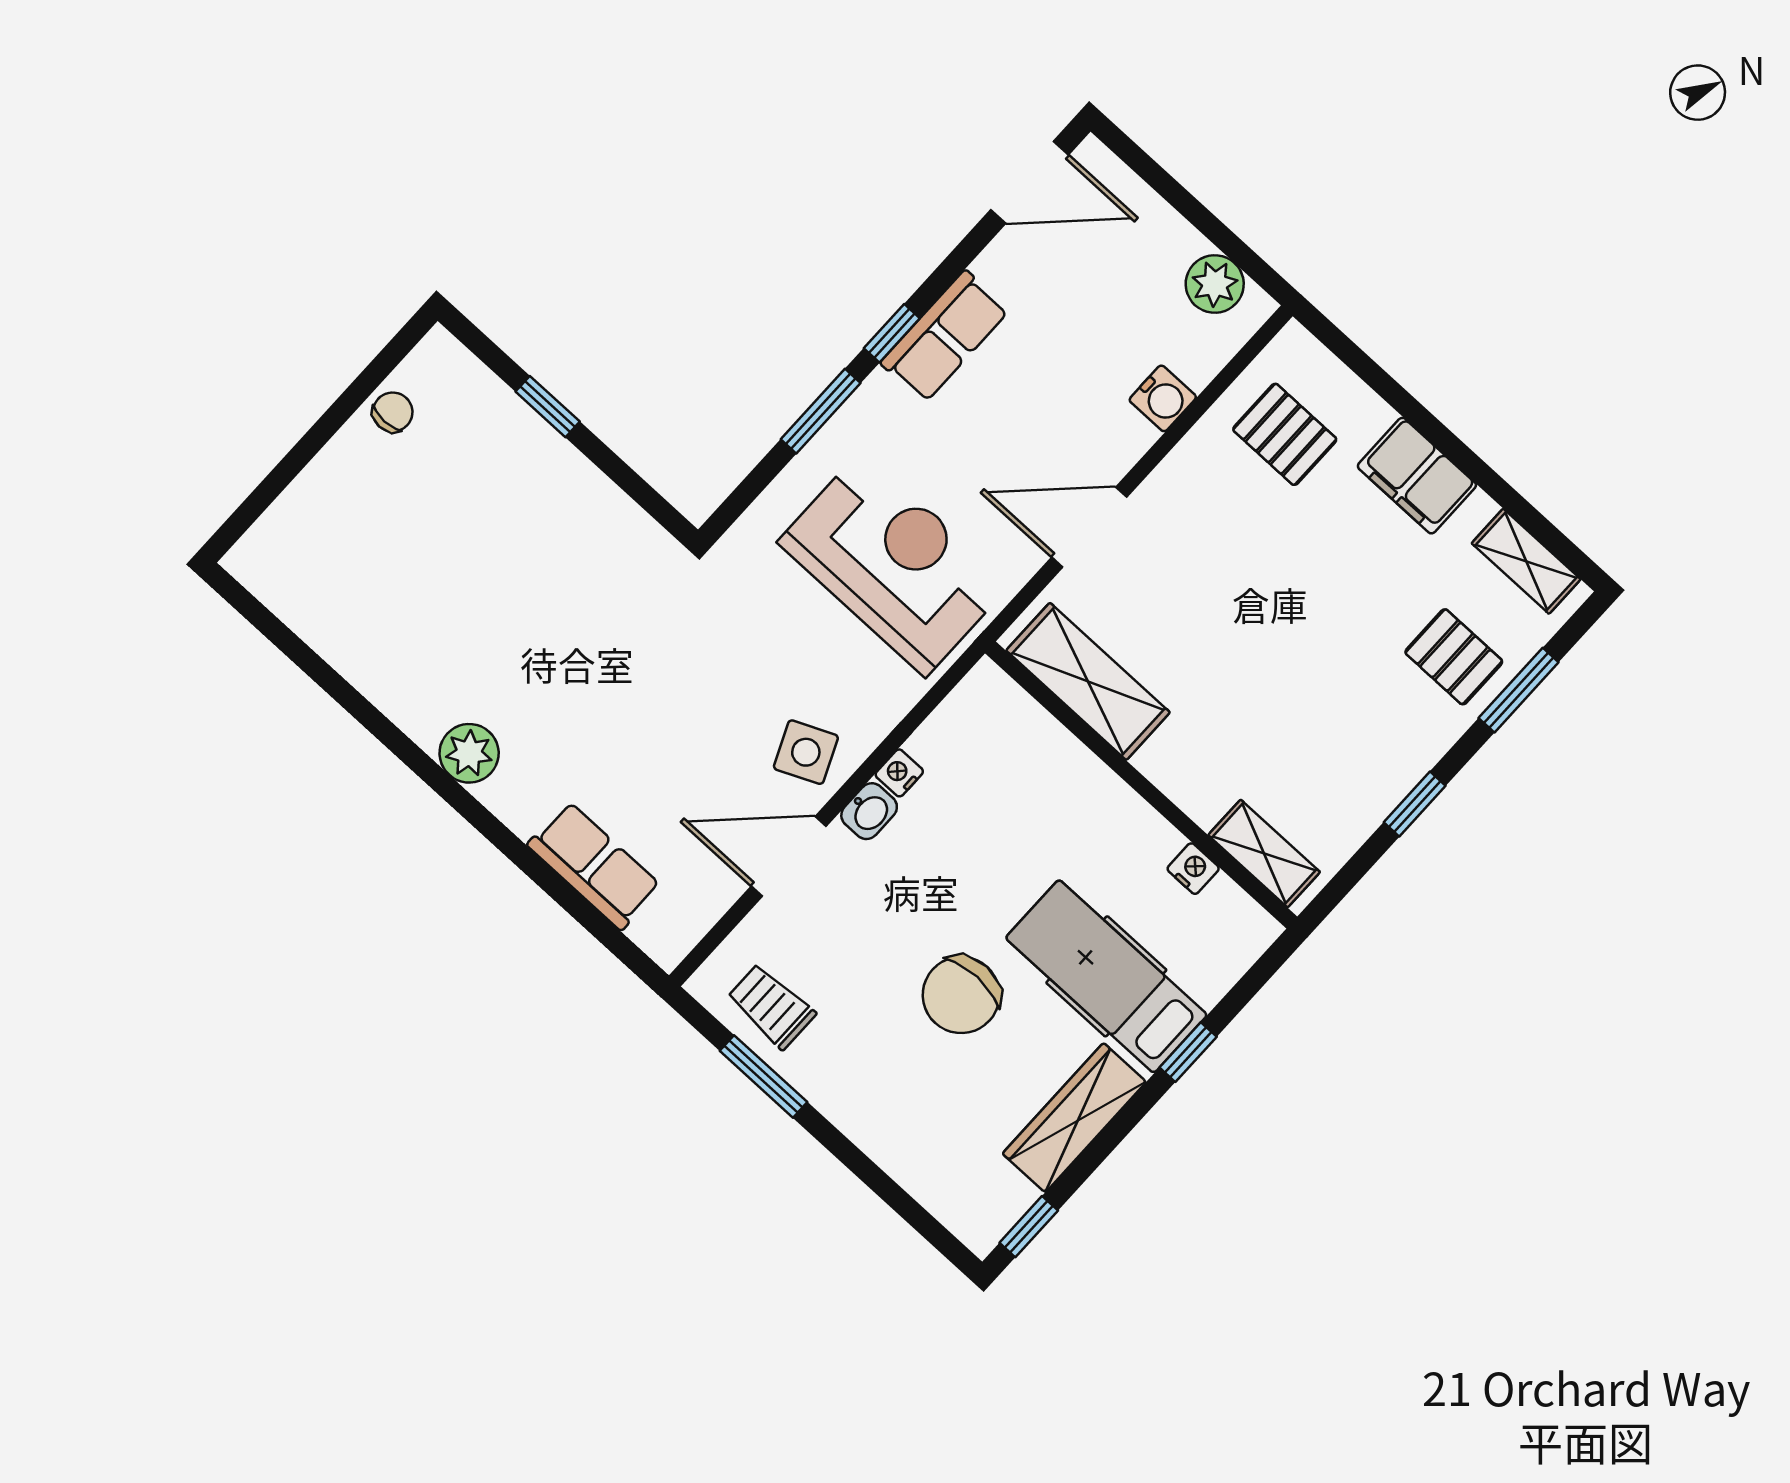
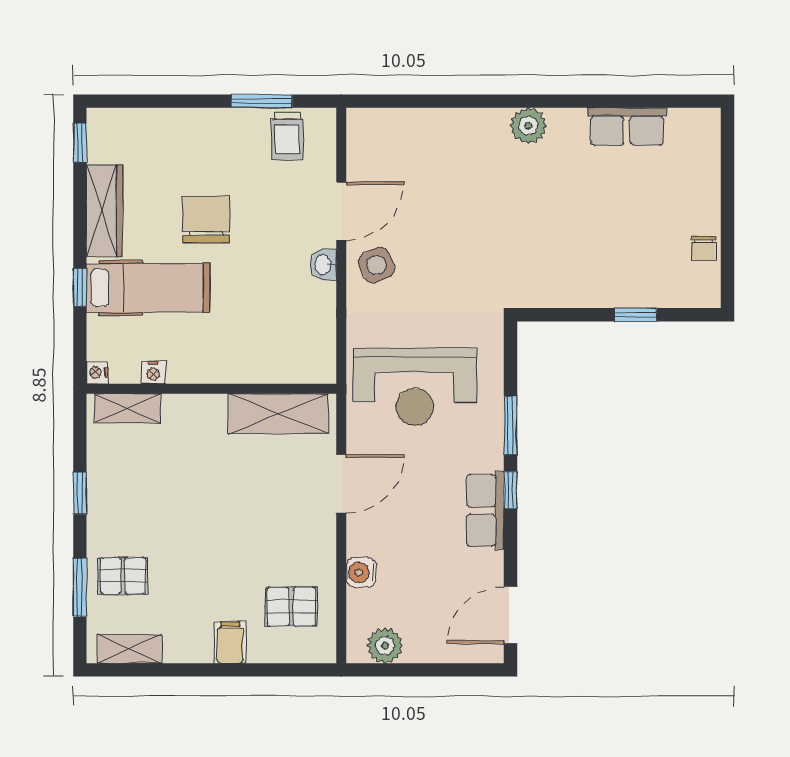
filing cabinet: (1417, 476) -> (230, 642), width x0.50
nightstand: (899, 773) -> (97, 373), moved, turned 180
row of seats: (594, 866) -> (627, 127), moved
trolley: (771, 1006) -> (287, 136), turned 90

